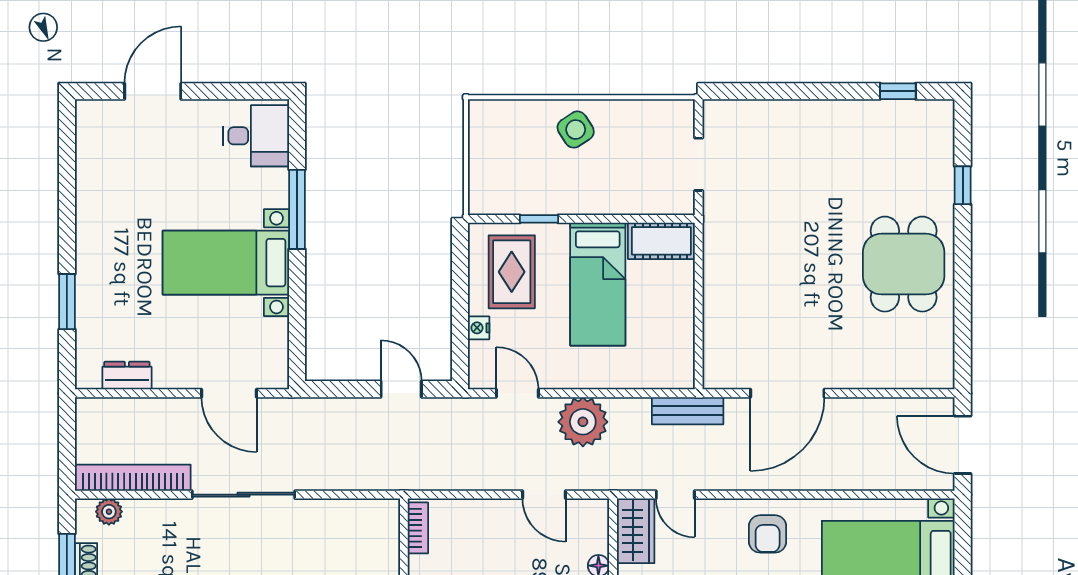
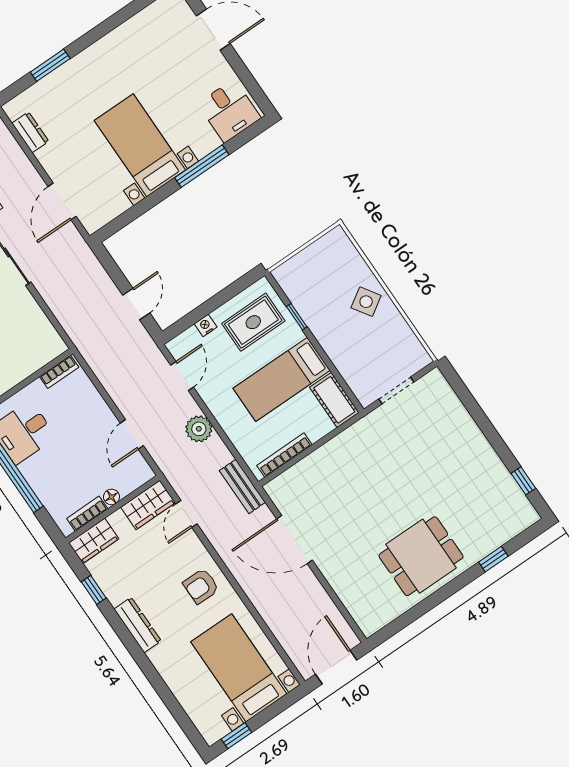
bookcase: (685, 339) -> (284, 455), added
plant: (583, 422) -> (199, 429), width x0.73, depth x0.73

